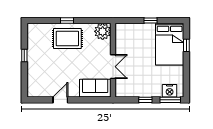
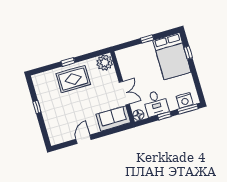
desk: (141, 85) -> (156, 103), added
floor lamp: (121, 92) -> (138, 115), added

